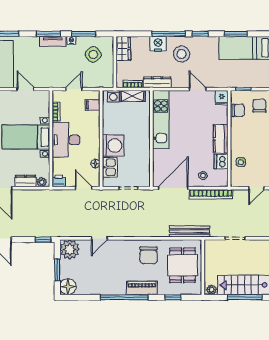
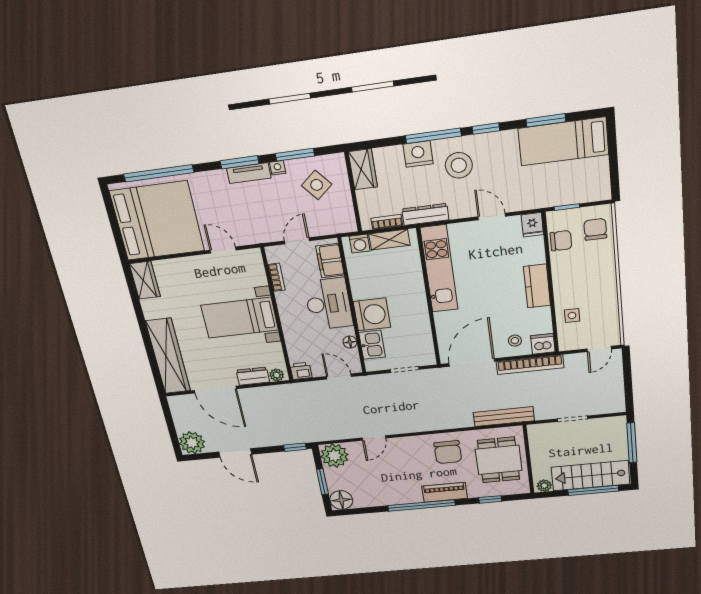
filing cabinet: (93, 105) -> (330, 261), width x2.00
desk: (66, 140) -> (328, 304), moved, turned 180
dishwasher: (221, 162) -> (543, 344), moved, turned 90

